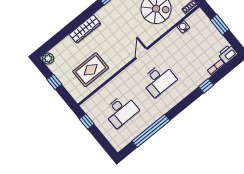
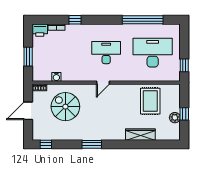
wardrobe: (85, 29) -> (140, 135), moved
plant: (48, 59) -> (175, 118), moved
rug: (91, 70) -> (150, 101), turned 90
desk: (121, 111) -> (153, 53), width x1.36, depth x1.30

